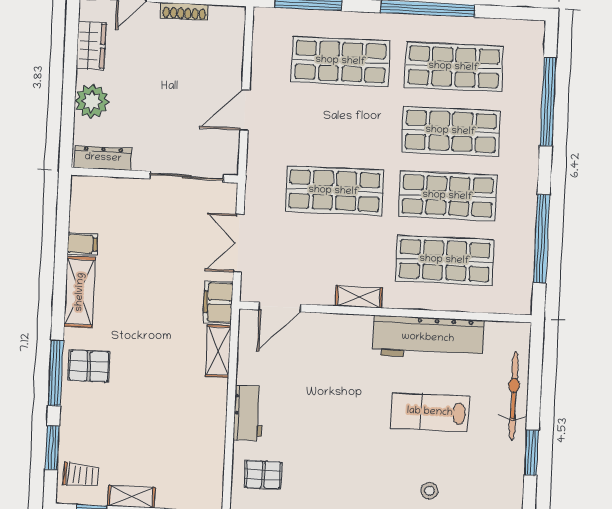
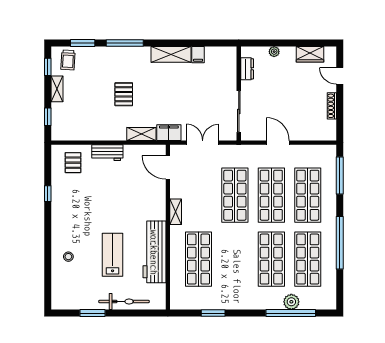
plant: (528, 99) -> (291, 302), added
plant: (92, 101) -> (274, 52), width x0.53, depth x0.53
dresser: (103, 158) -> (247, 69), width x0.70
shop shelf: (448, 196) -> (271, 195), moved
window: (542, 239) -> (213, 313), width x0.47
pallet: (89, 366) -> (124, 94), moved

